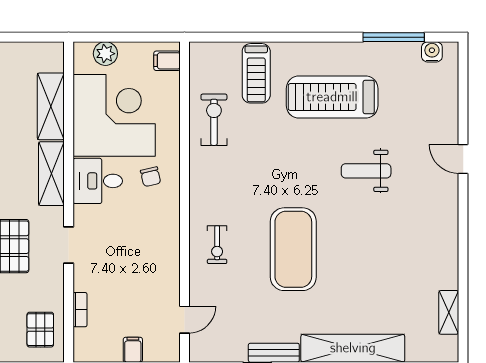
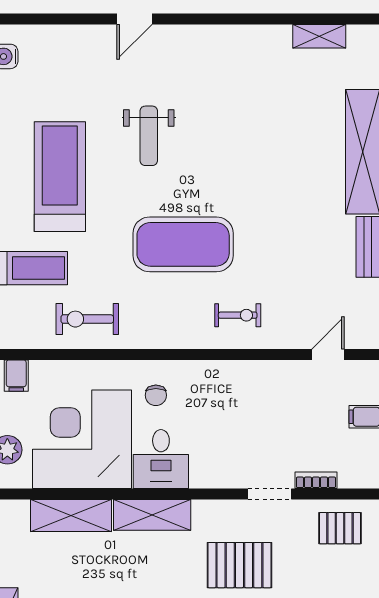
treadmill: (332, 97) -> (60, 177), turned 180
chair: (151, 177) -> (156, 395), turned 103
doorway: (69, 245) -> (270, 494), moved
exercise mat: (293, 249) -> (183, 244), moved
door: (185, 320) -> (328, 354), hinge flipped

